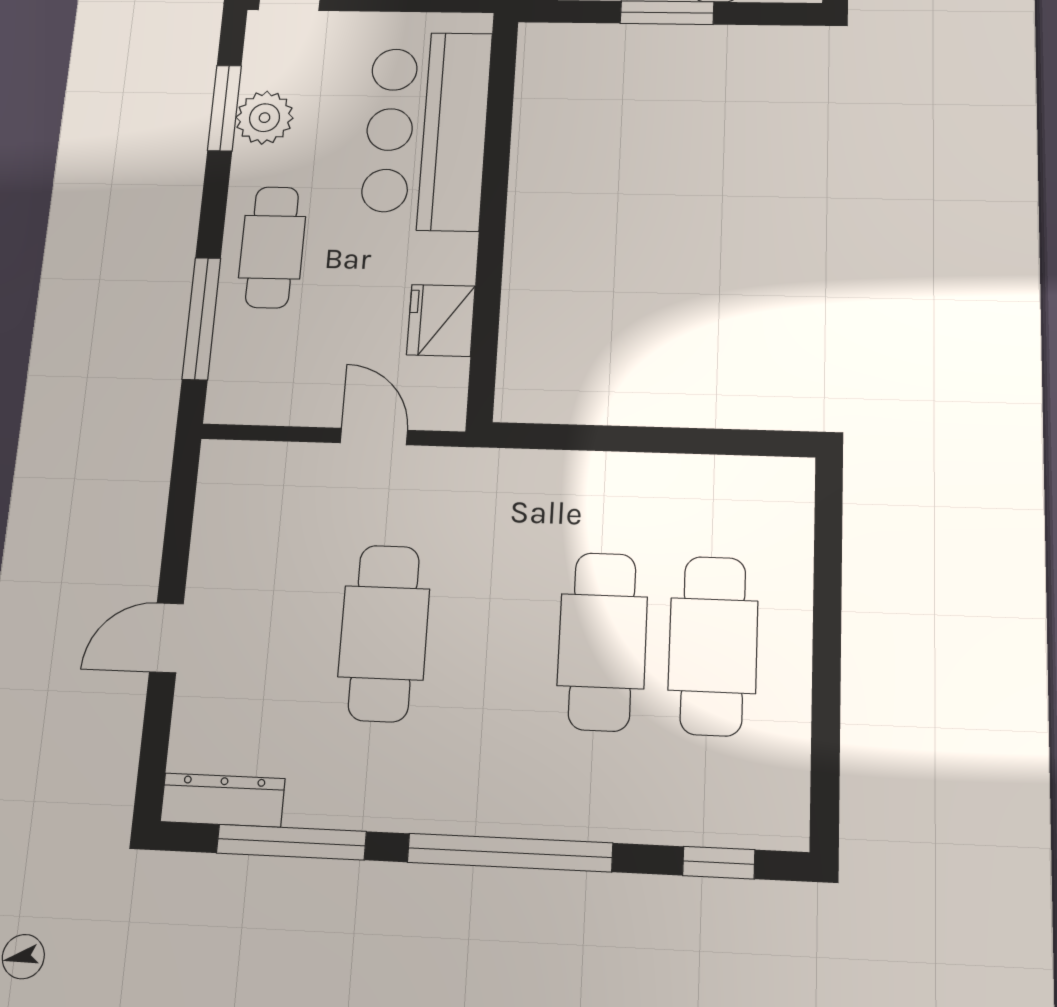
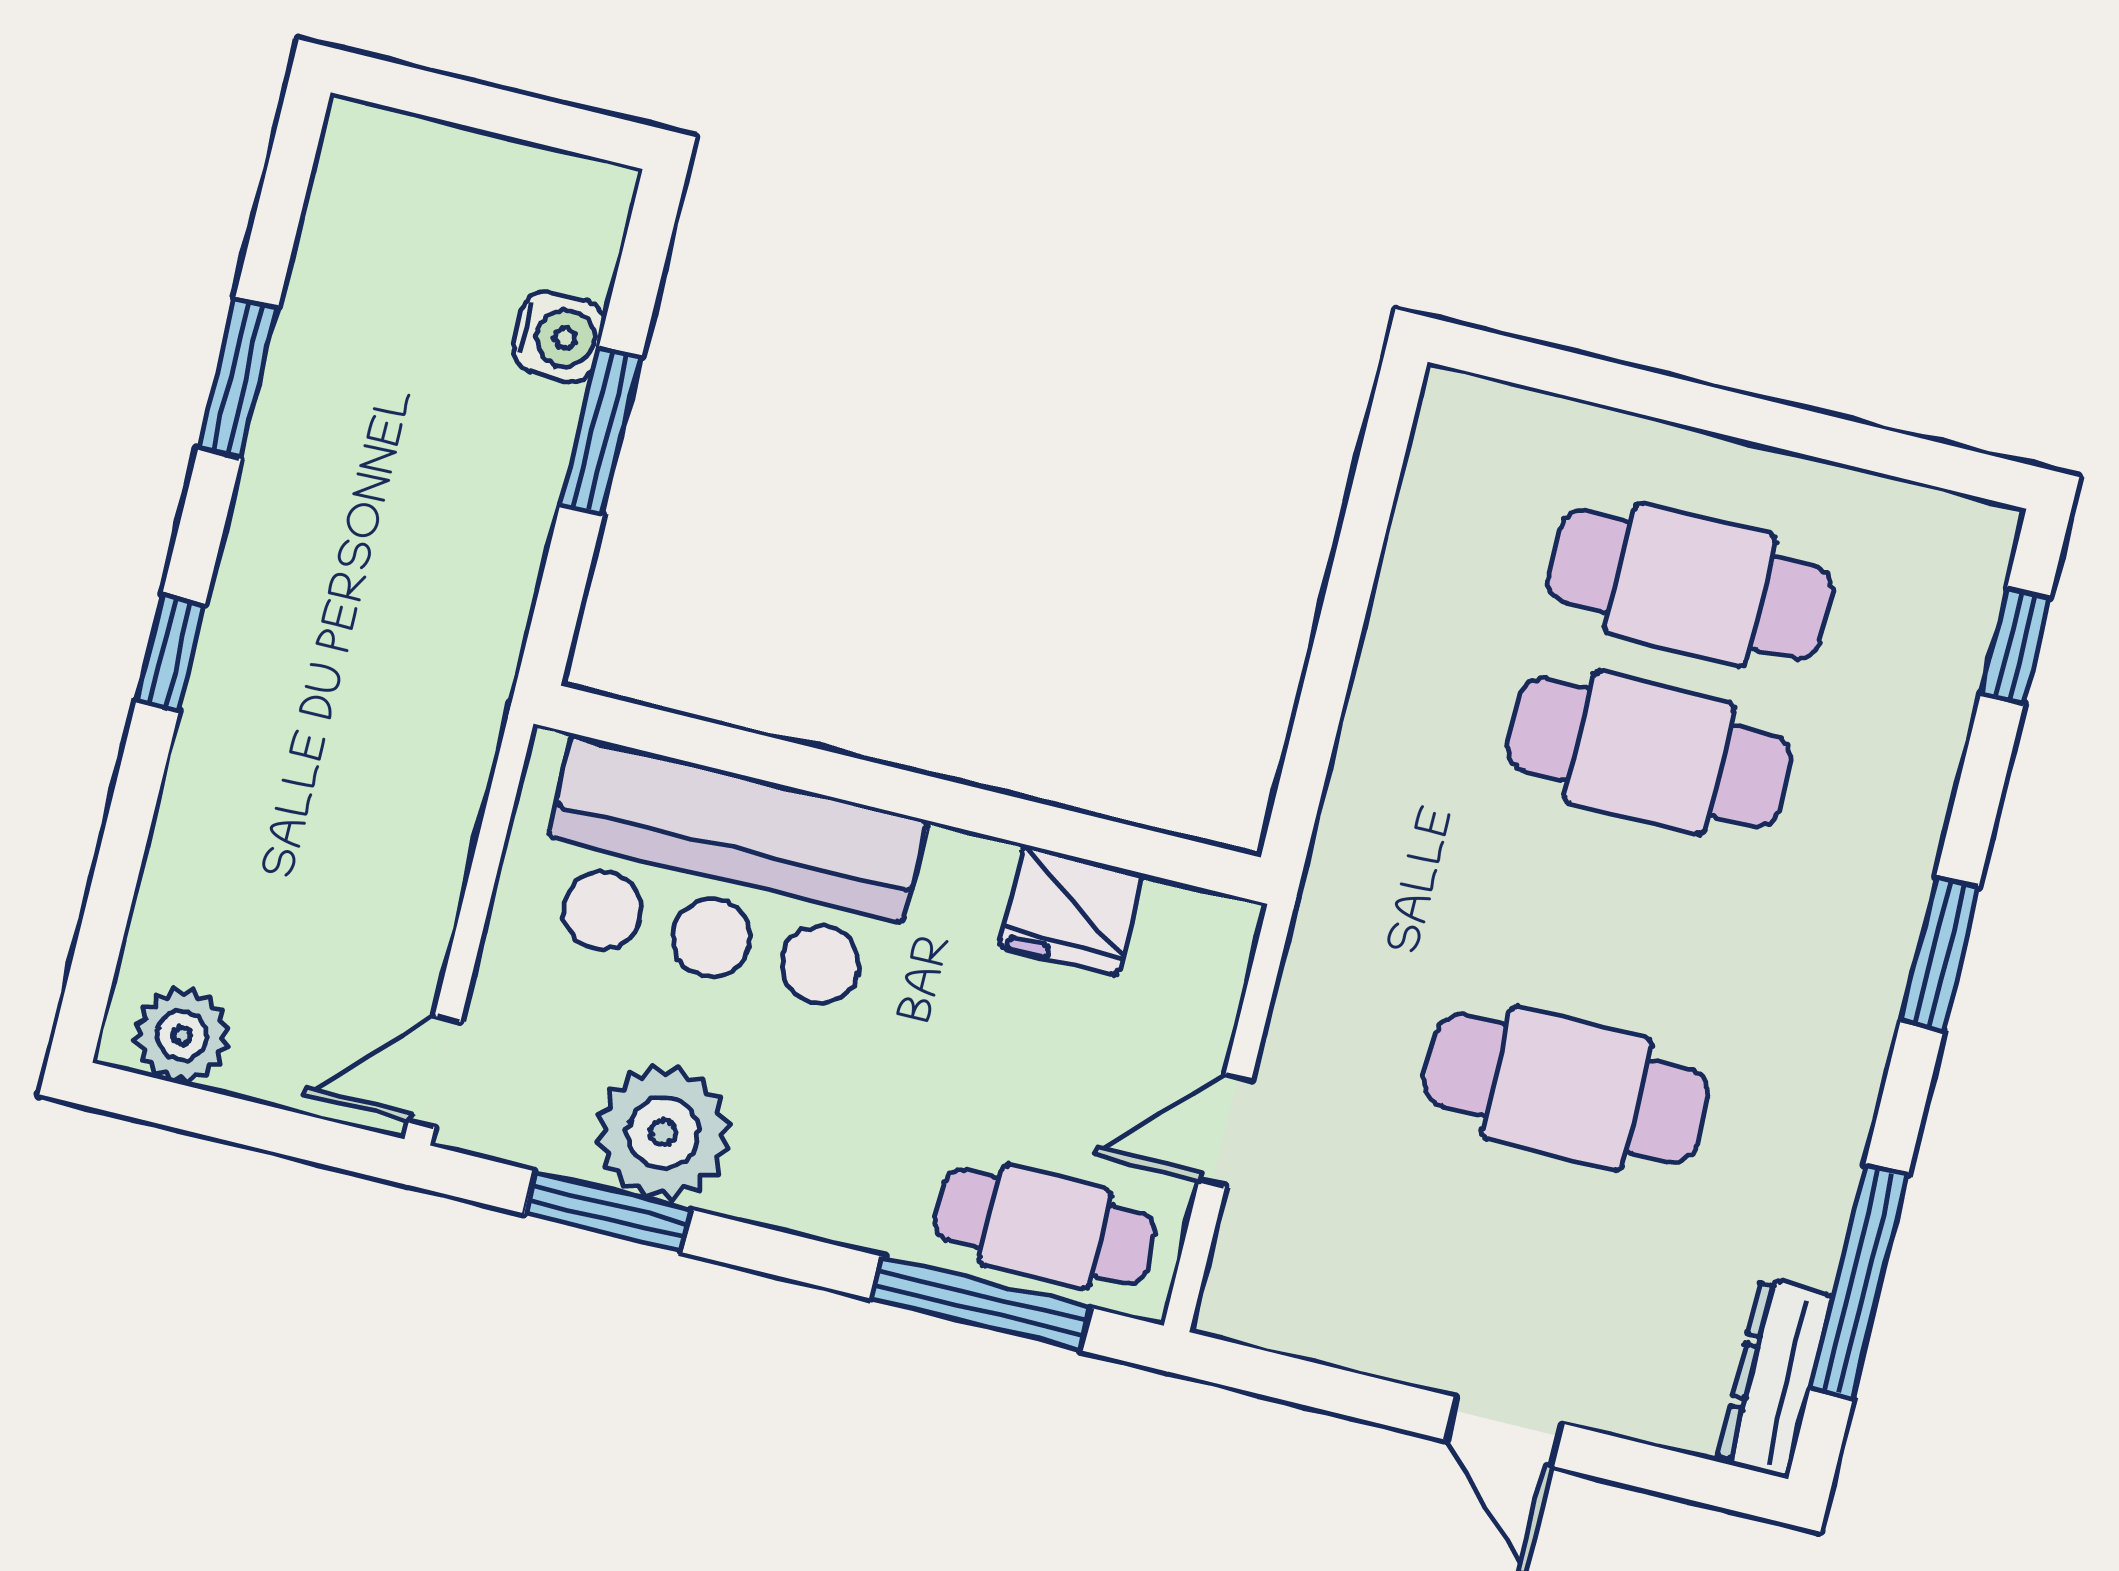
plant: (265, 118) -> (663, 1132), width x1.36, depth x1.36
cafe table: (272, 247) -> (1045, 1227), moved
door: (374, 437) -> (1225, 1130), moved
window: (510, 853) -> (1940, 954), width x0.47

